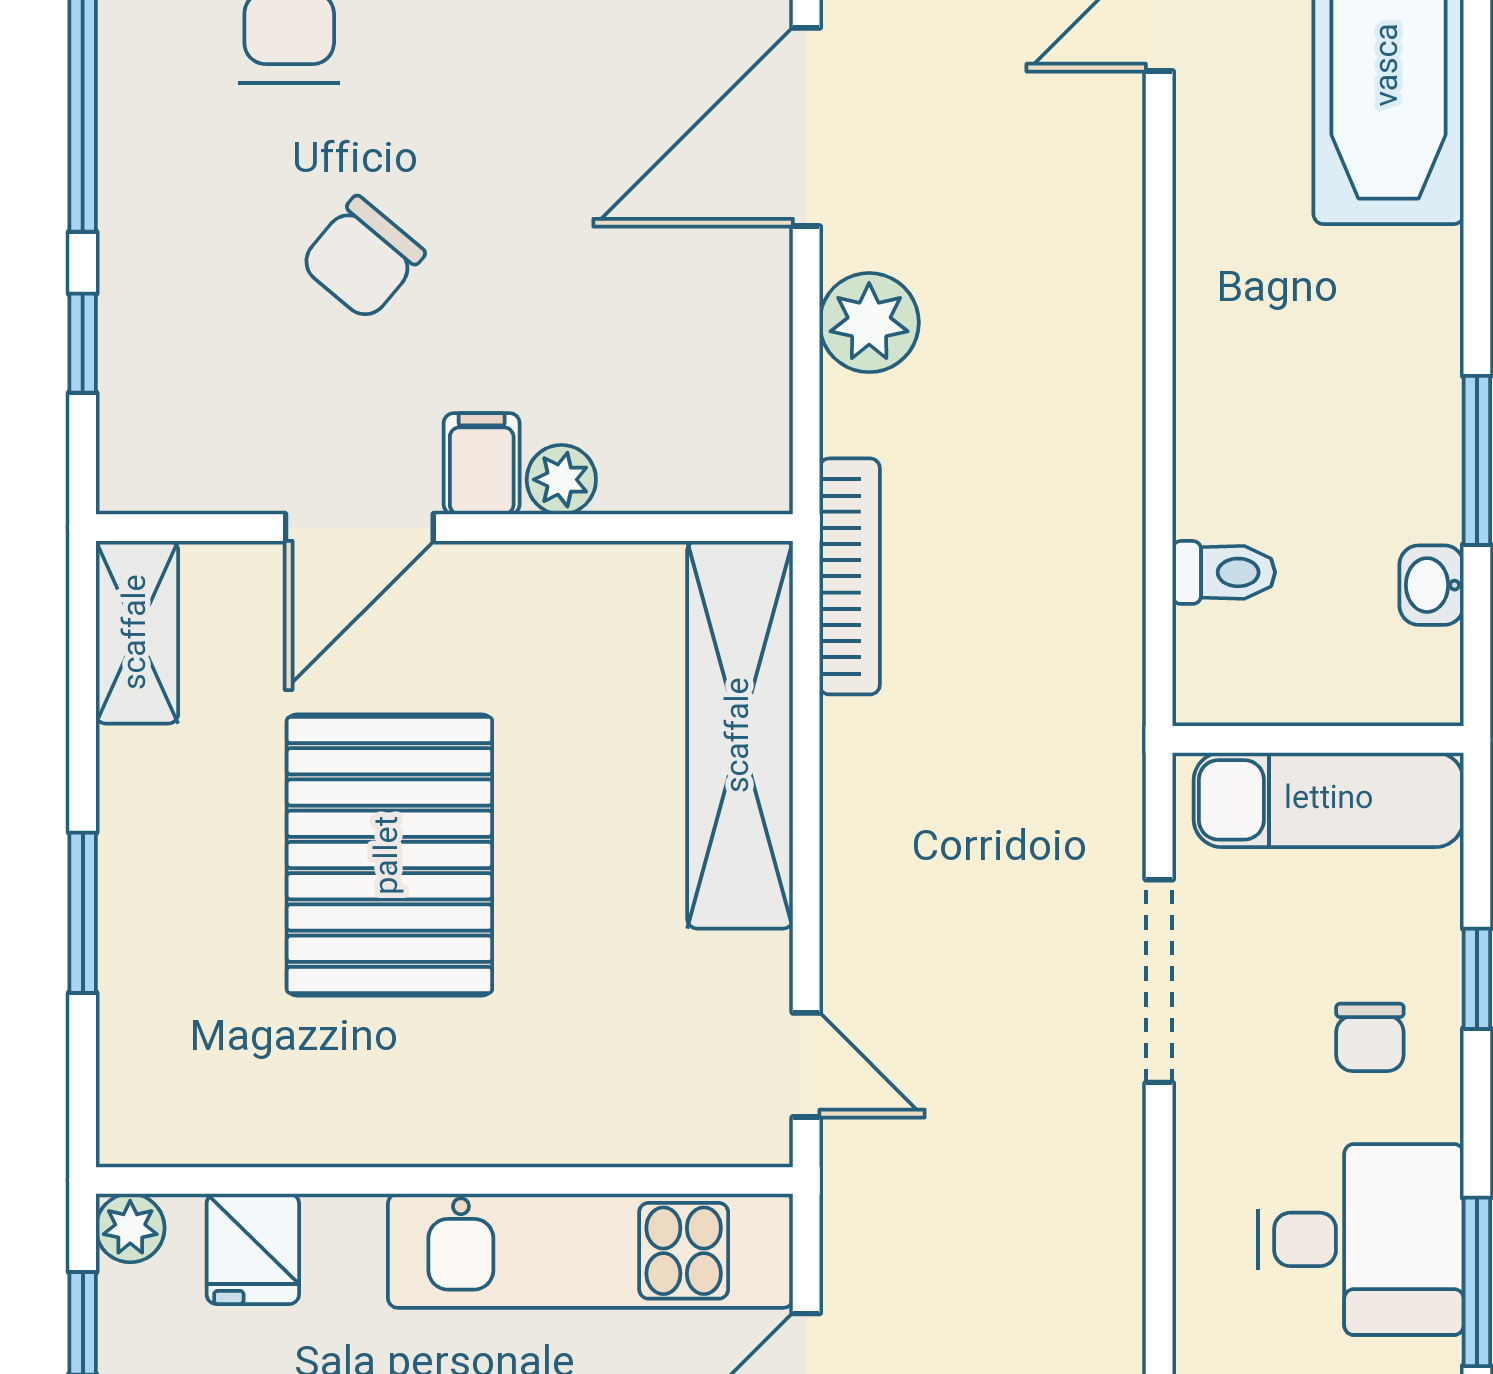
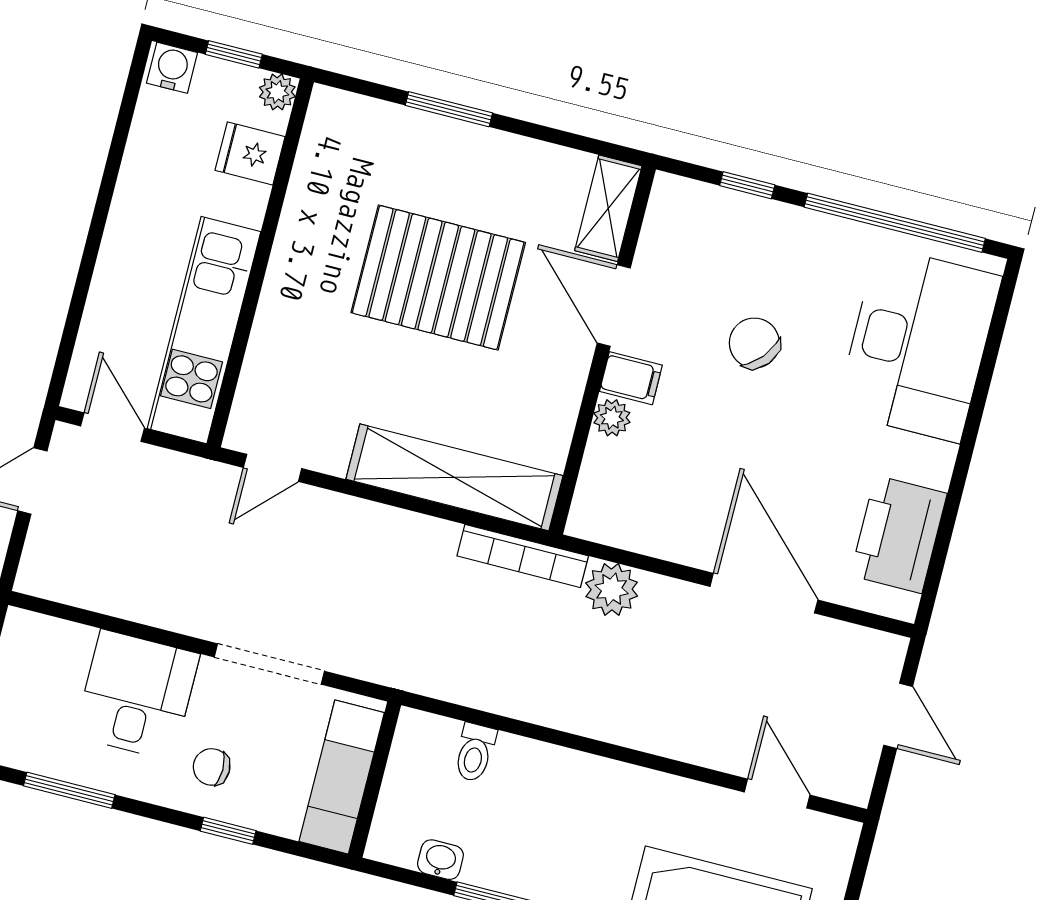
plant: (869, 323) -> (612, 589), moved
shelving: (137, 632) -> (608, 208), moved, turned 90
desk: (1361, 1239) -> (137, 695), moved, turned 180

